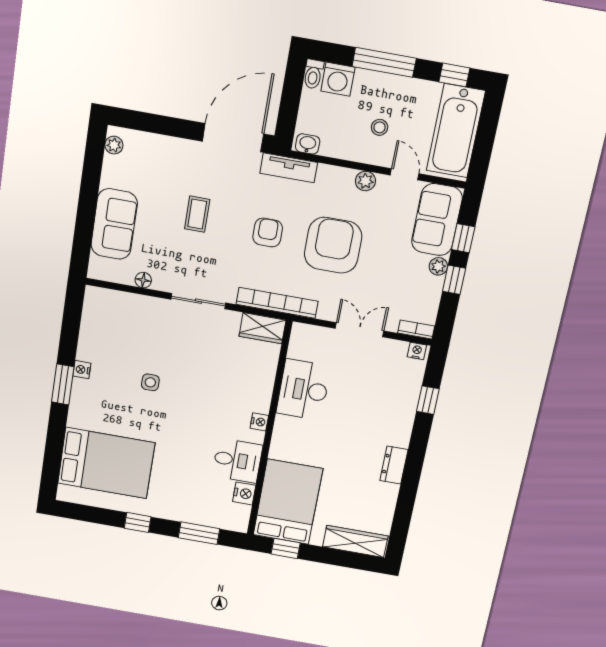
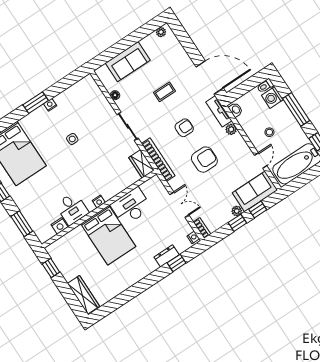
plant: (365, 181) -> (231, 129), moved
armchair: (333, 245) -> (204, 160), width x0.73, depth x0.73
dresser: (394, 465) -> (167, 256), moved
bed: (288, 502) -> (108, 235), moved, turned 90

